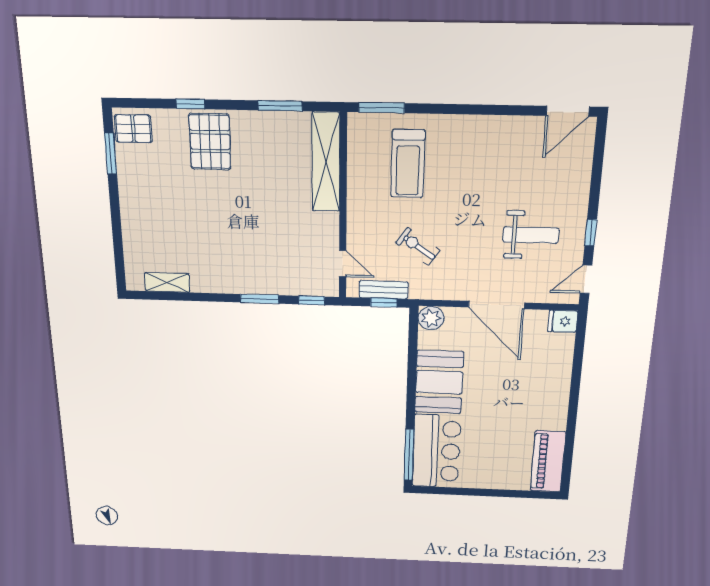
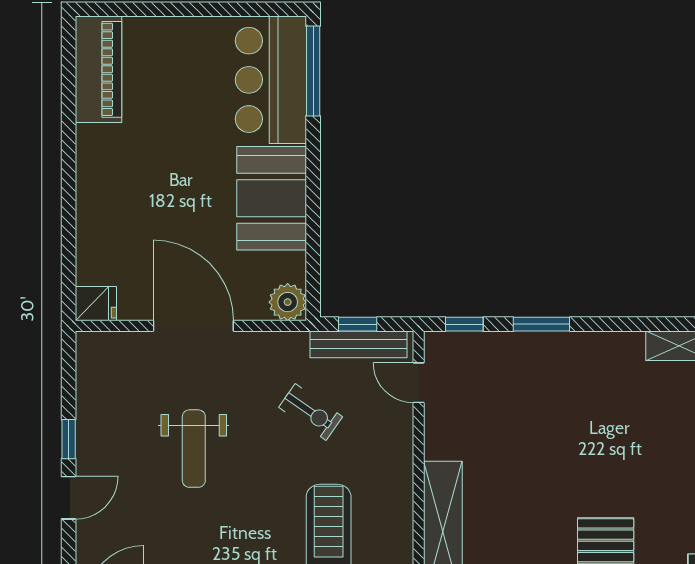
weight bench: (531, 235) -> (194, 449), moved, turned -90
door: (586, 279) -> (69, 498), moved
bench: (384, 290) -> (359, 344), width x1.36

